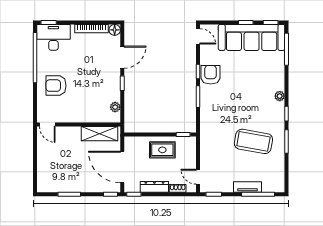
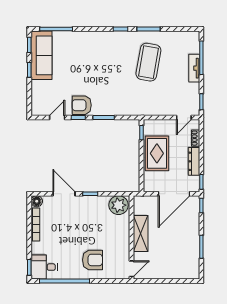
door: (198, 36) -> (57, 118), moved
desk: (53, 37) -> (44, 267), width x0.73
sofa: (252, 37) -> (41, 55), width x0.74, depth x0.79
armchair: (56, 86) -> (92, 260), turned -90
plant: (280, 96) -> (103, 36), removed
plant: (115, 107) -> (119, 205), width x1.88, depth x1.88
shelving: (100, 134) -> (141, 234), moved
rug: (162, 150) -> (157, 153), width x1.36, depth x1.43

